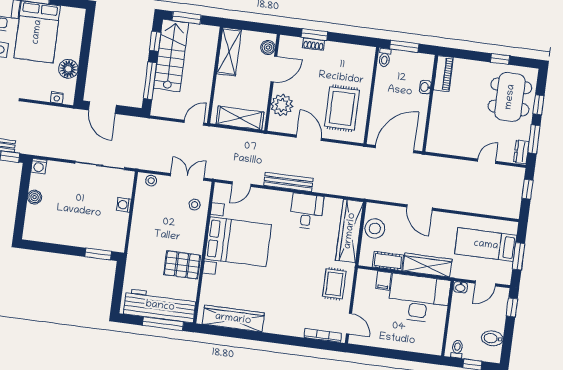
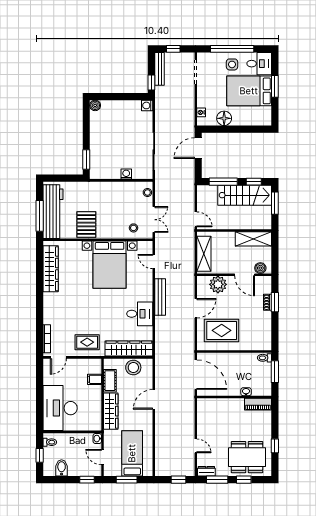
boiler: (35, 197) -> (95, 105), moved
desk: (419, 299) -> (60, 408), moved, turned 180

